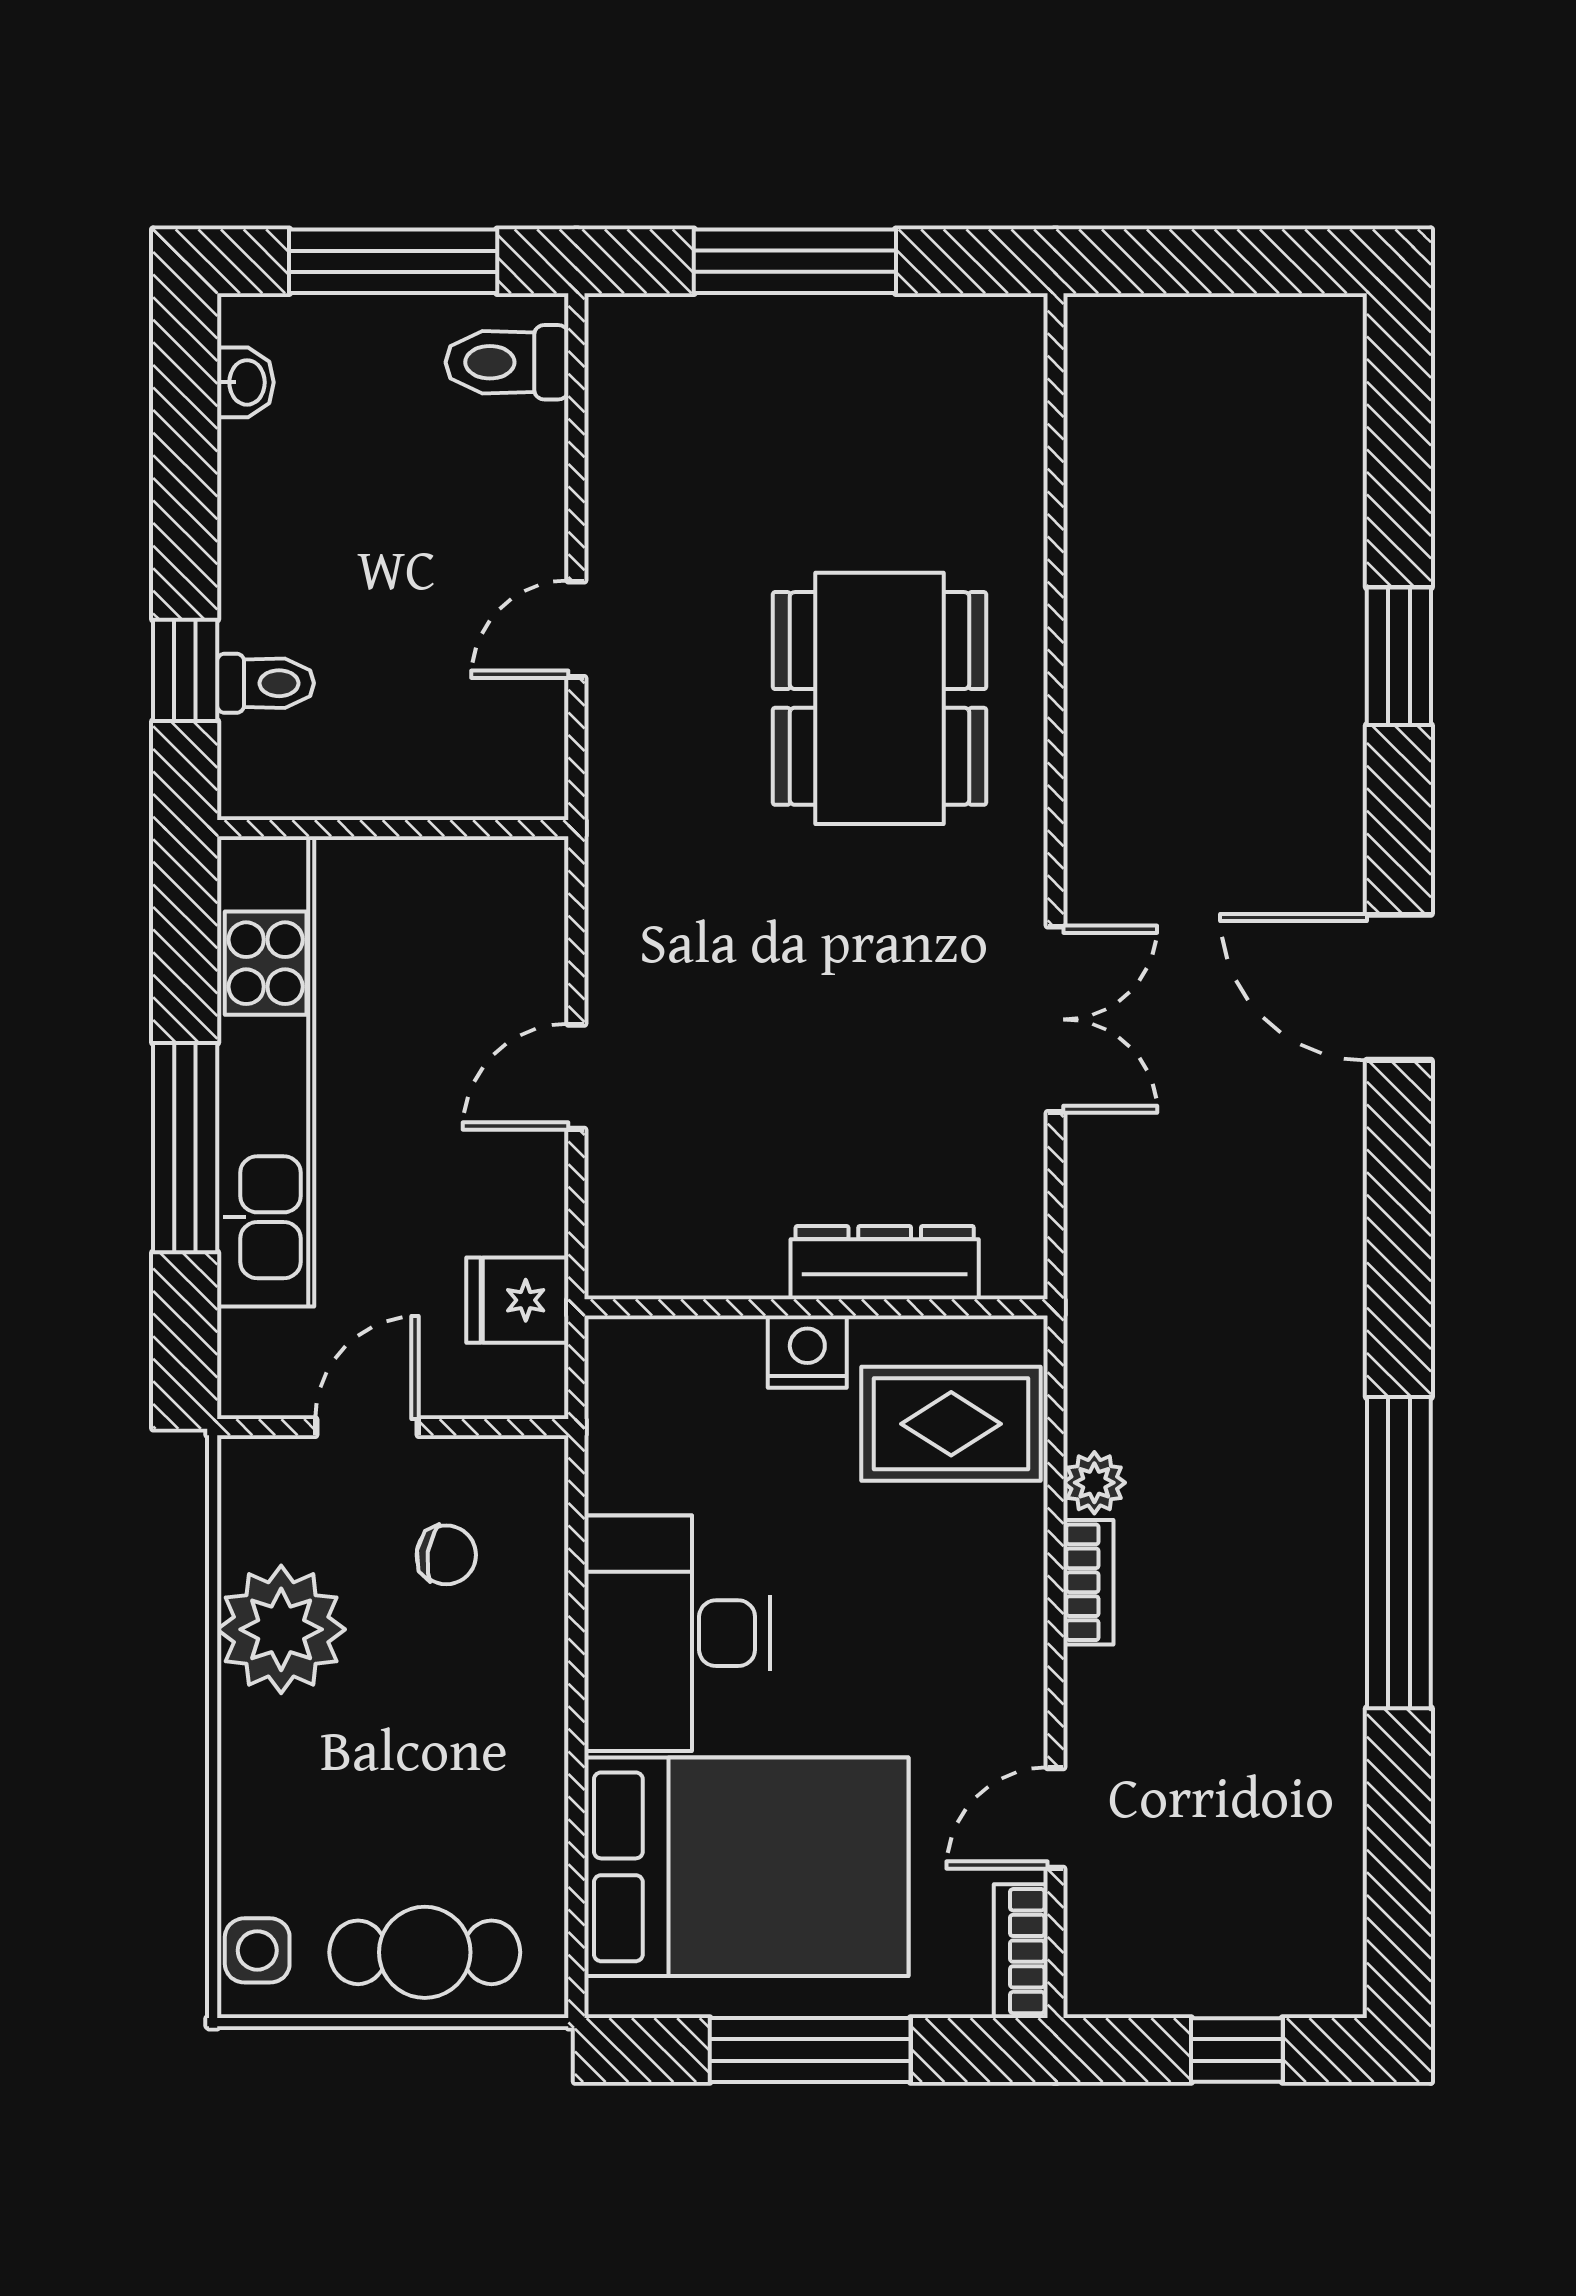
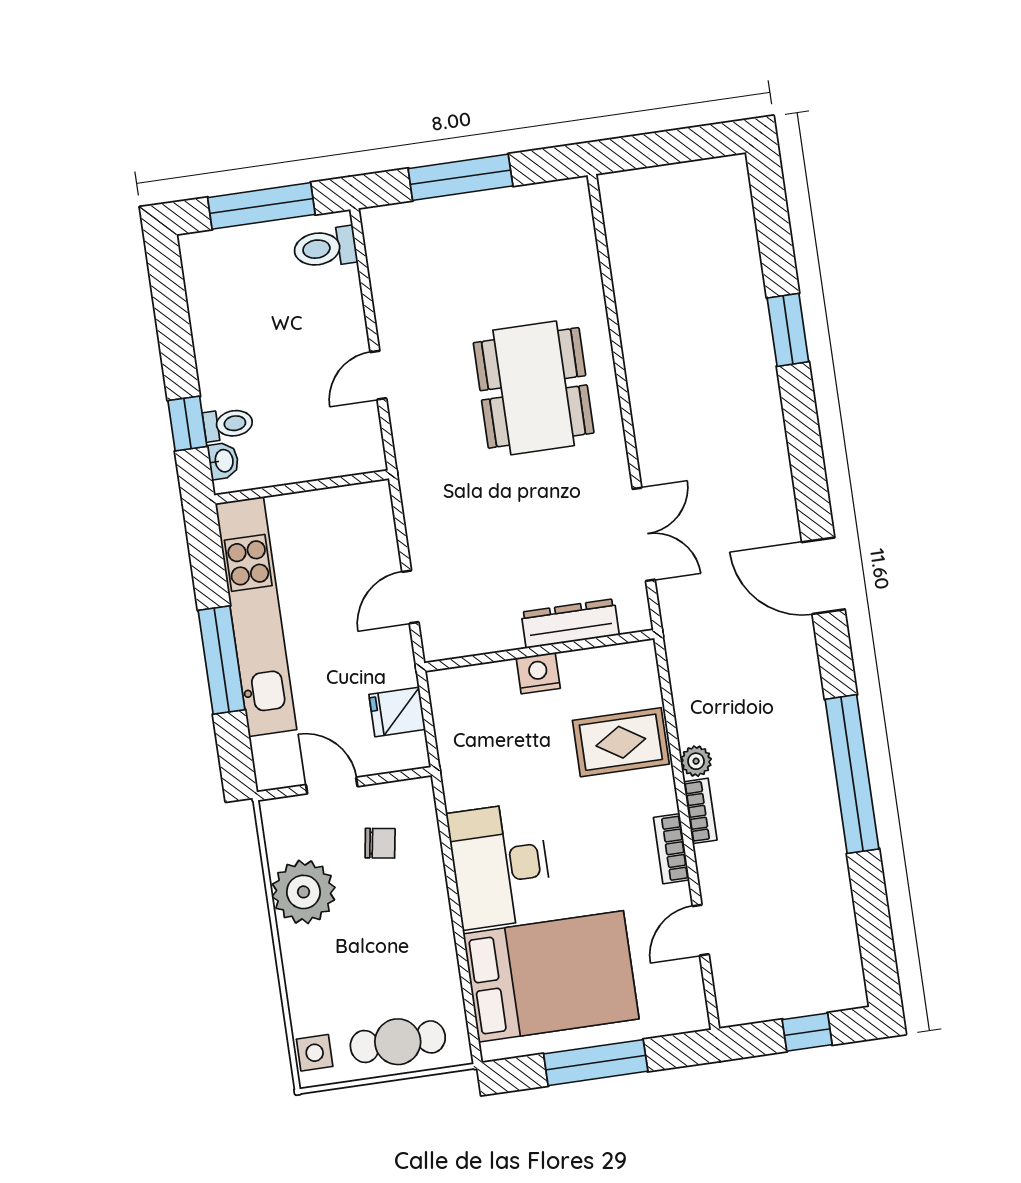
washbasin: (245, 382) -> (223, 461), moved
door: (1399, 987) -> (823, 576), moved
dresser: (885, 1263) -> (570, 624), moved
wall: (816, 1307) -> (539, 651), moved
nightstand: (807, 1352) -> (538, 673), moved
door: (367, 1427) -> (332, 786), hinge flipped
bookcase: (1021, 1951) -> (671, 849), moved

